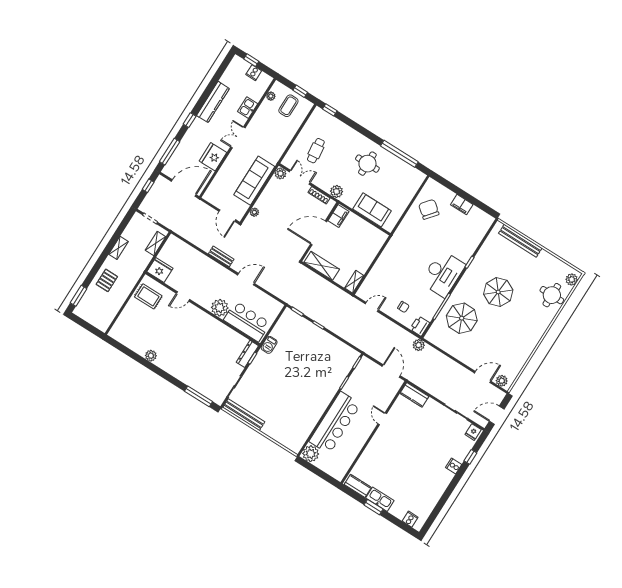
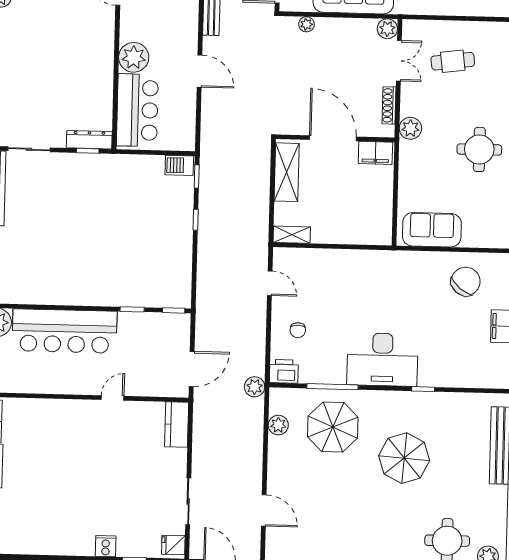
sofa: (372, 210) -> (432, 230), moved, turned -90
barbecue: (269, 345) -> (179, 165), moved
plant: (502, 381) -> (278, 425), moved

